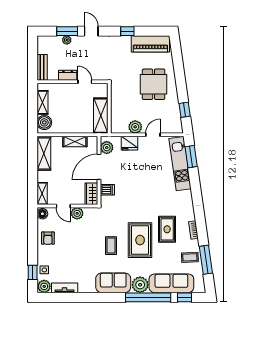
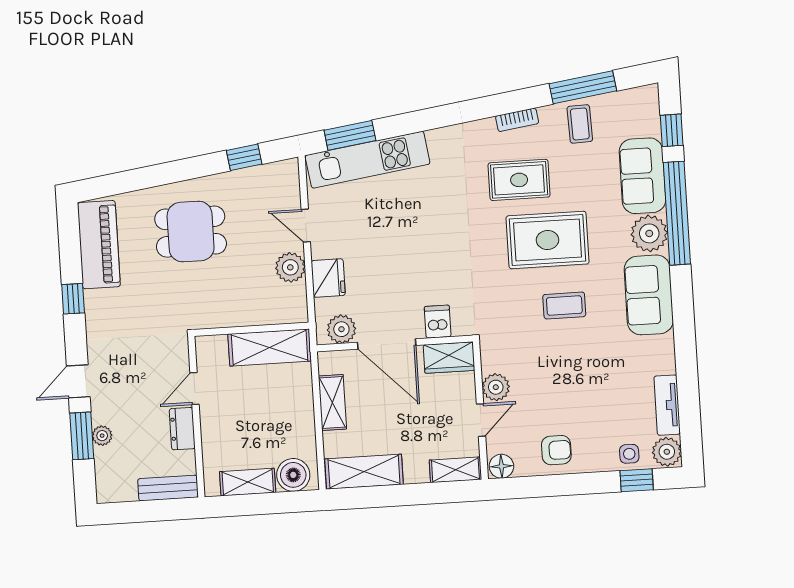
sofa: (171, 283) -> (642, 176), width x0.73

